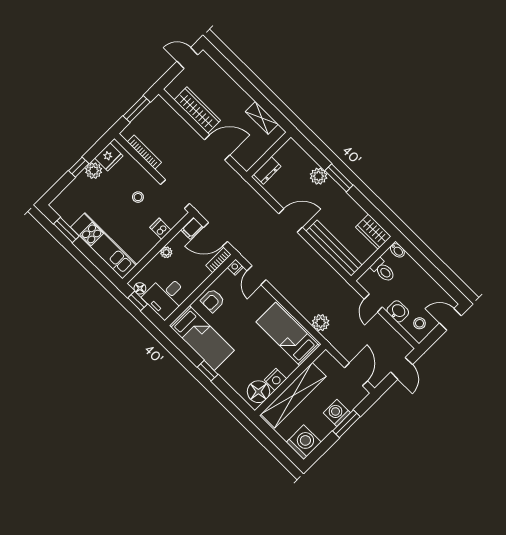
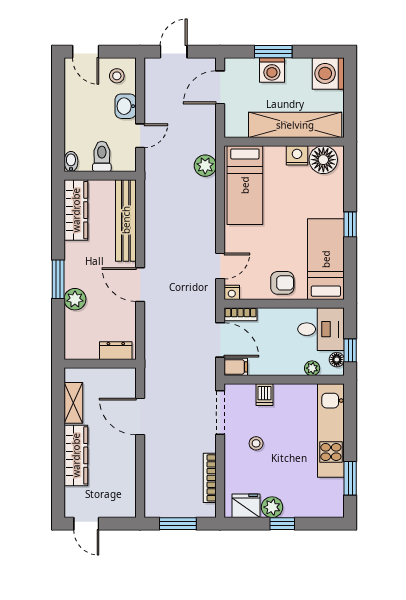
wardrobe: (197, 110) -> (76, 455), moved, turned 180
wardrobe: (373, 232) -> (76, 210), width x1.50
plant: (166, 252) -> (312, 368), moved

